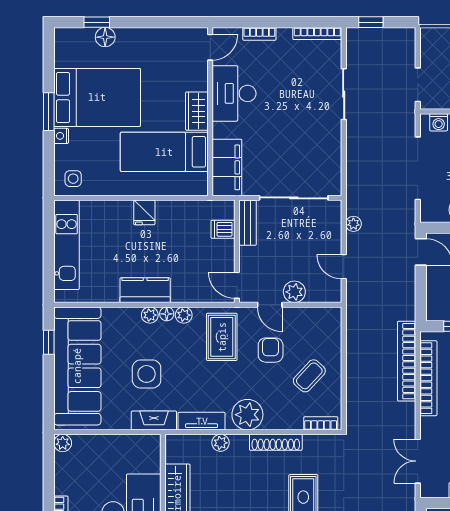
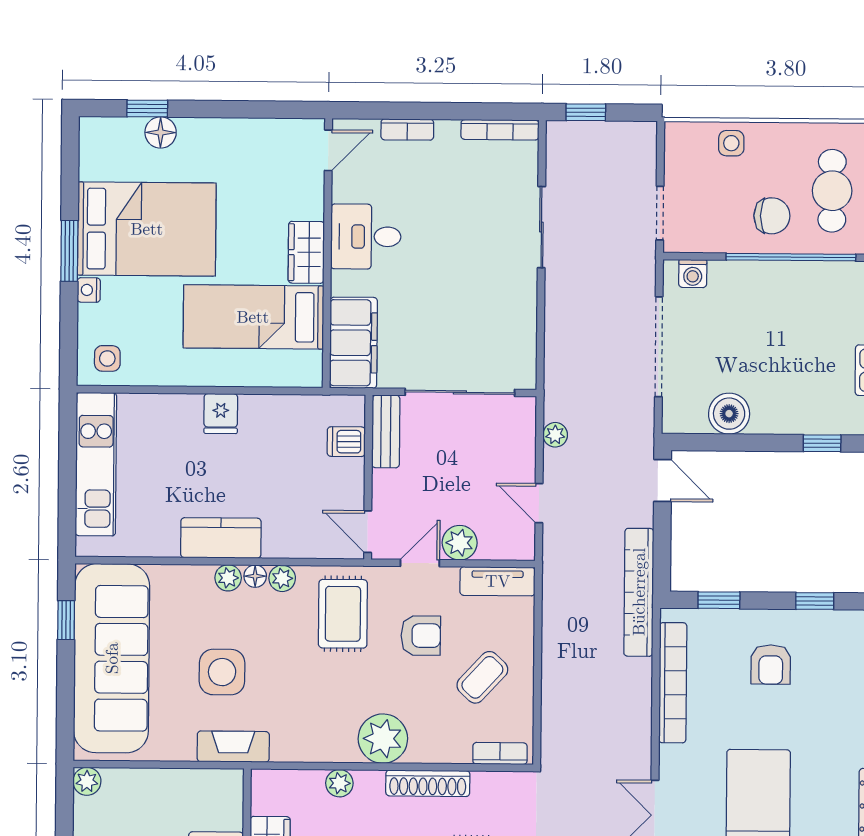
desk: (234, 93) -> (366, 237), width x0.73
door: (270, 305) -> (420, 563), swing flipped
armchair: (271, 350) -> (421, 635), turned 90
bookcase: (407, 361) -> (639, 592), moved
tv unit: (202, 421) -> (498, 581), moved, turned 180

